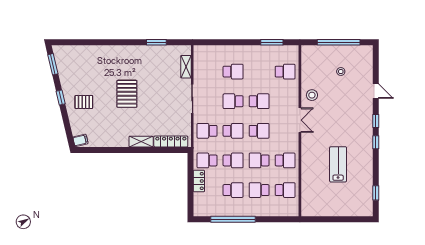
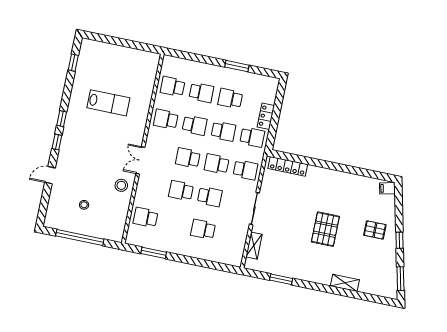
door: (376, 91) -> (50, 175), hinge flipped
shelving: (141, 142) -> (345, 283), moved
school desk: (233, 160) -> (223, 131), turned 180
lab bench: (338, 164) -> (108, 103), turned -90
window: (233, 219) -> (237, 66), width x0.47

